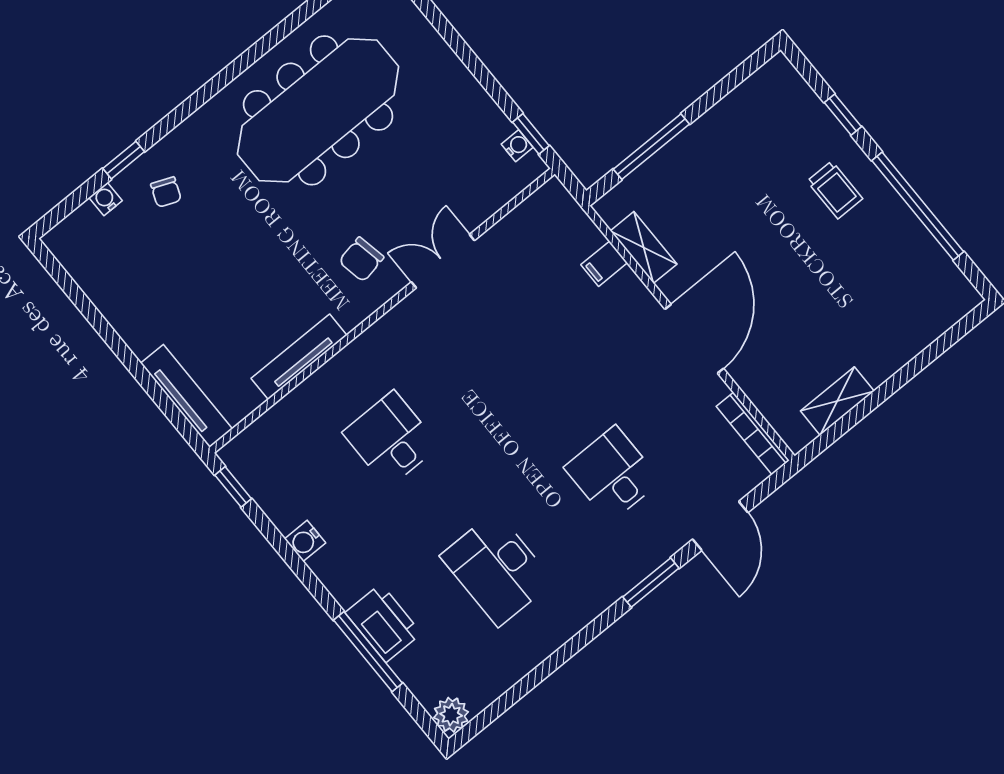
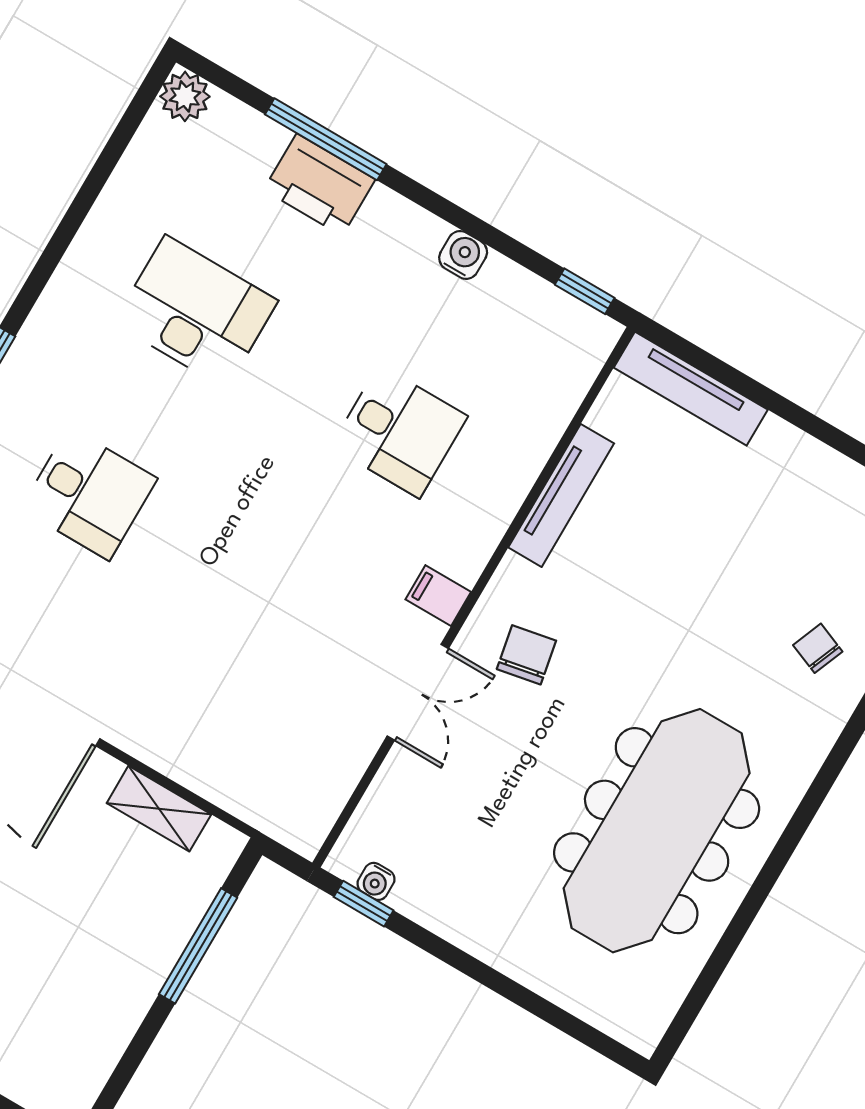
filing cabinet: (604, 264) -> (438, 596), moved, turned -90

